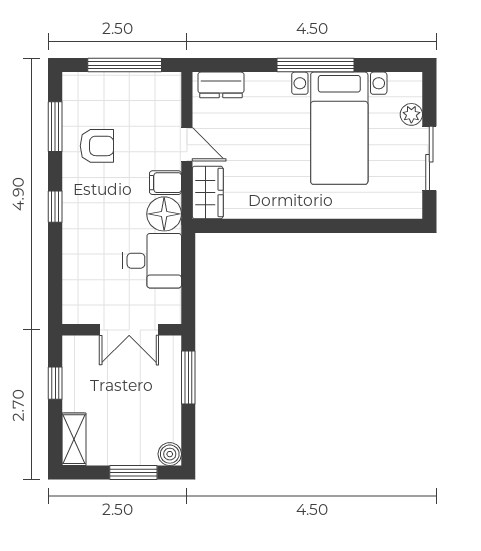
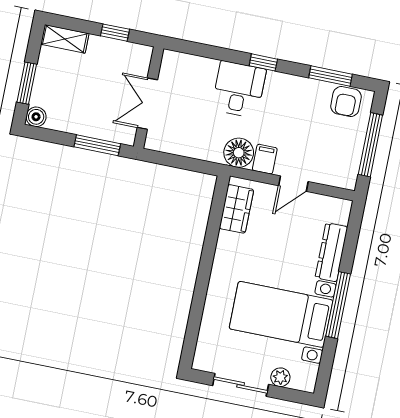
dresser: (221, 85) -> (331, 252), moved, width x1.44
armchair: (97, 146) -> (346, 102), moved
wardrobe: (208, 192) -> (236, 209), moved, turned -90
desk: (152, 261) -> (239, 89), moved, turned 180

